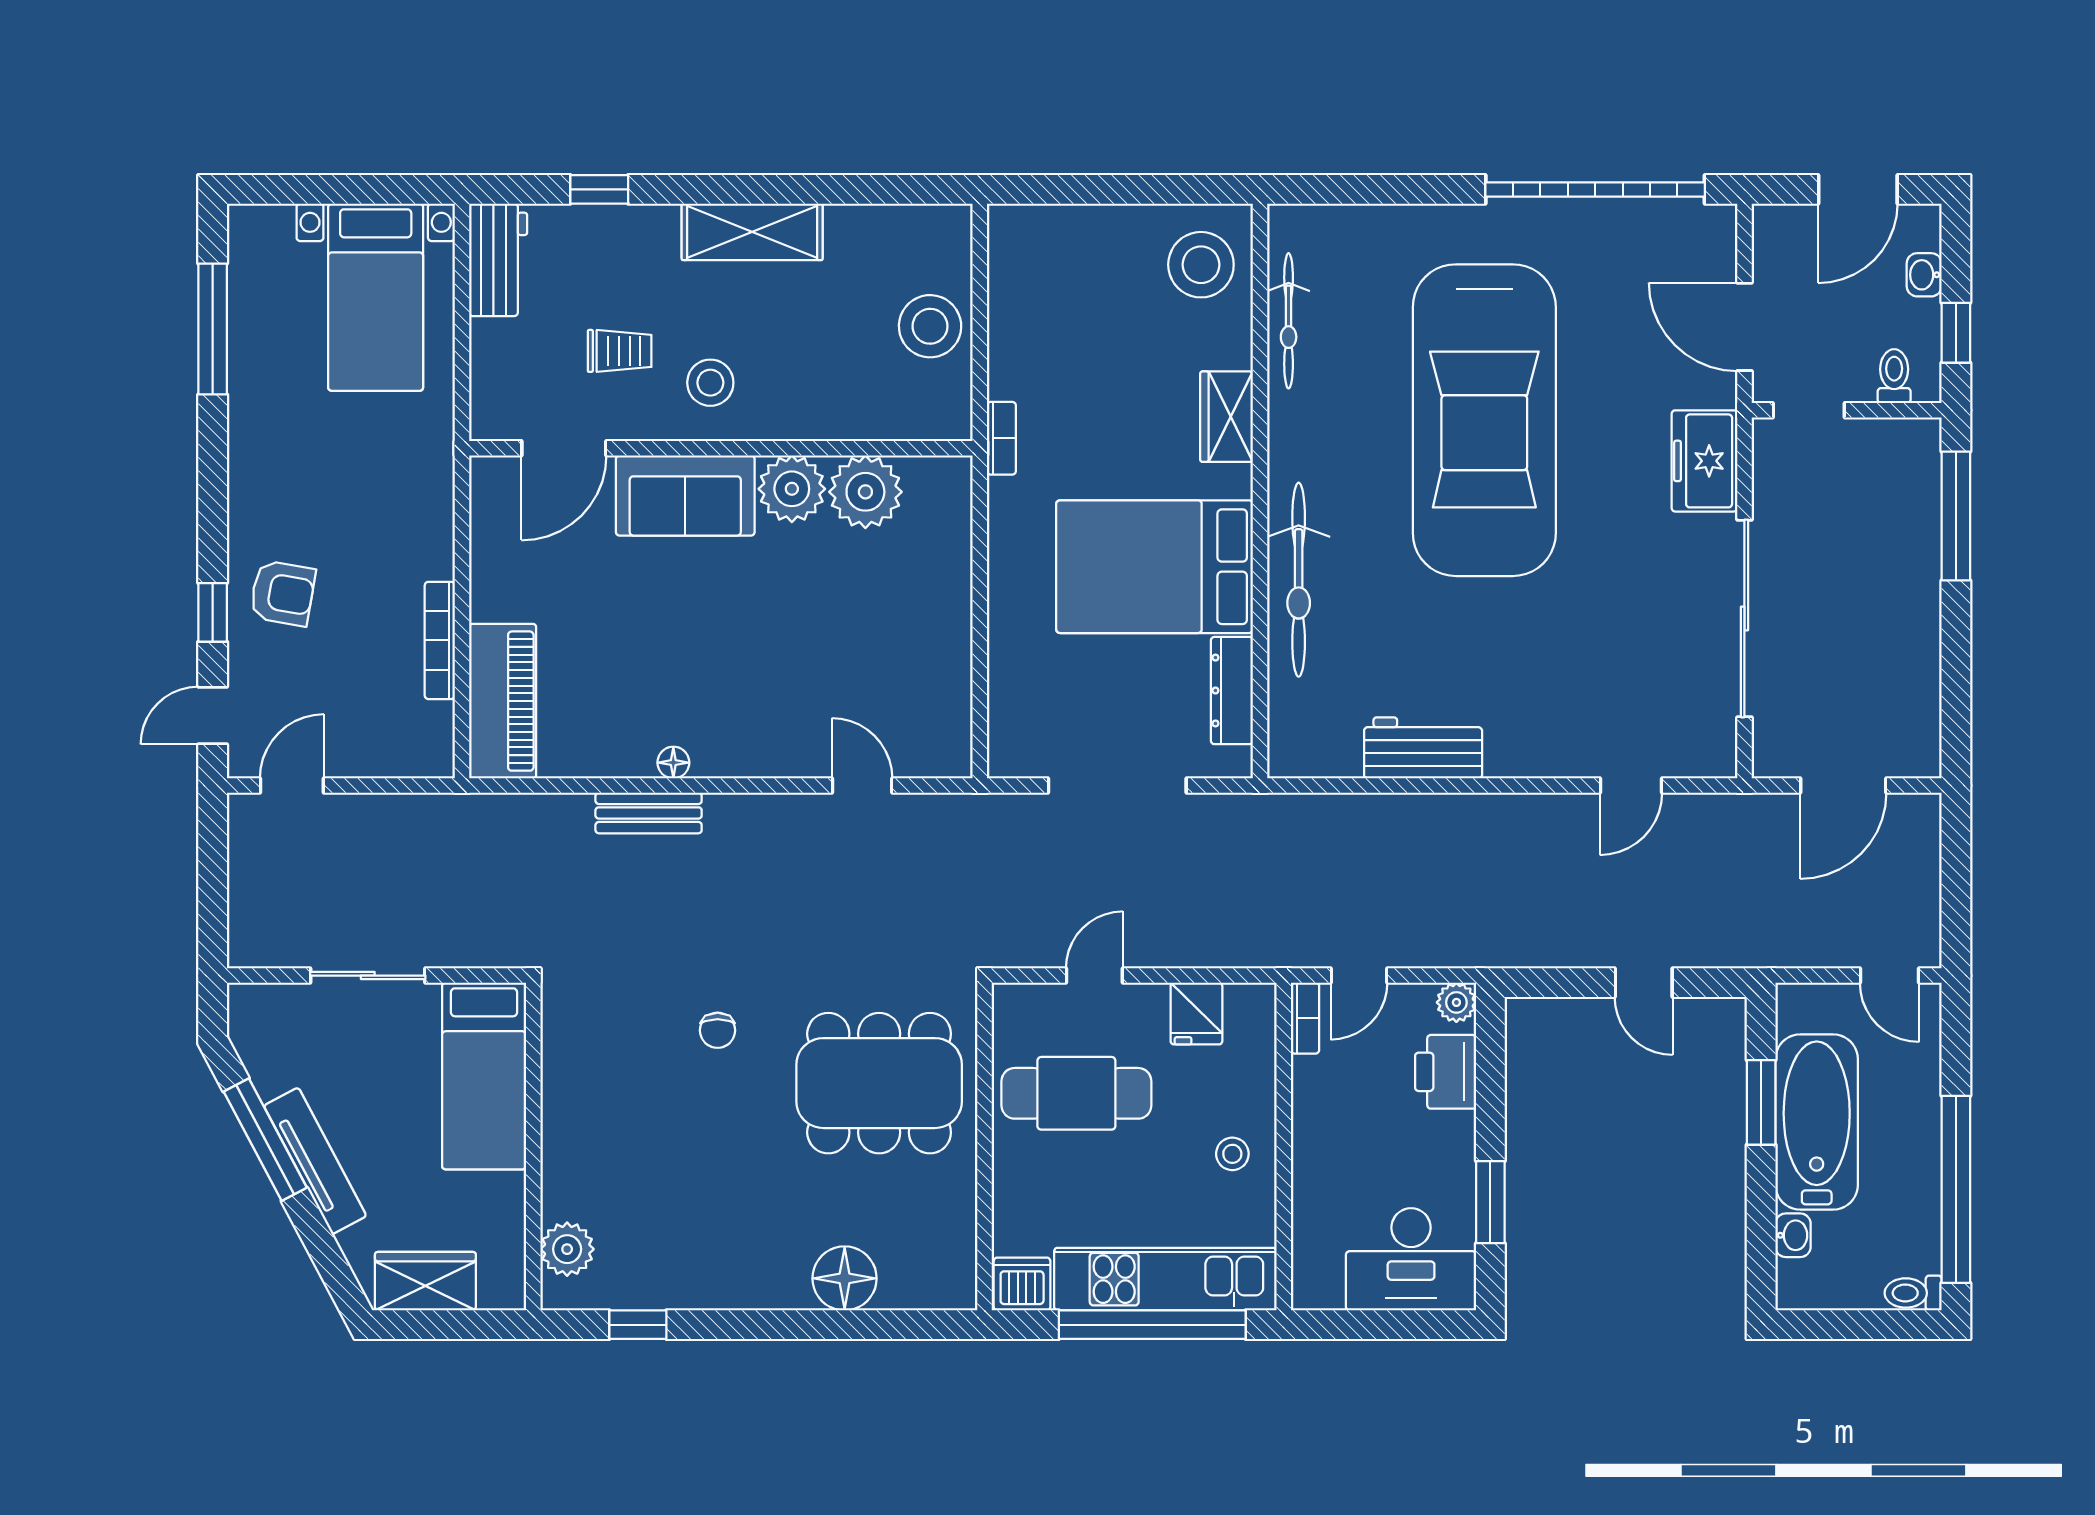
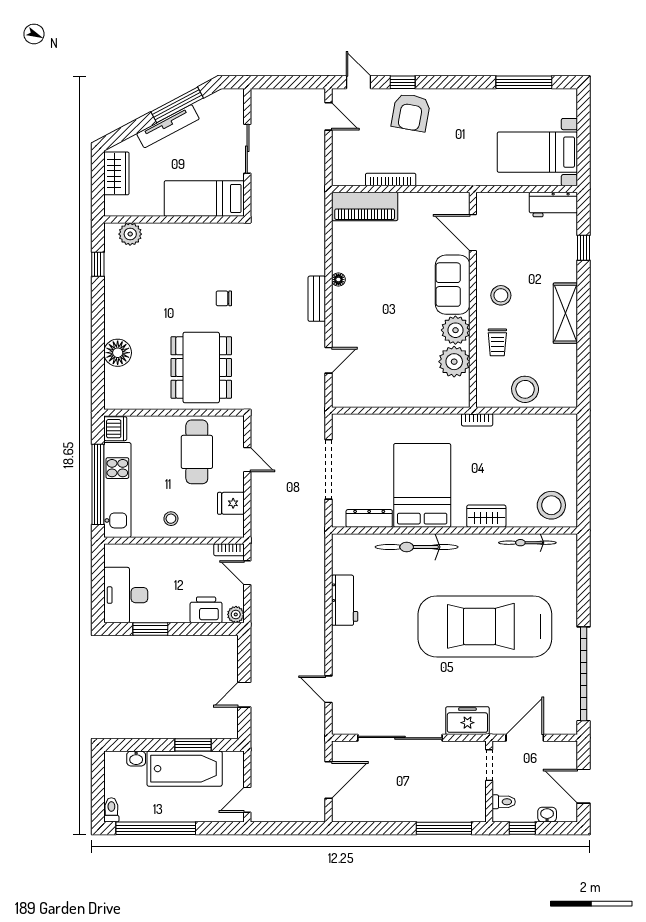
trolley: (620, 351) -> (497, 342), moved
armchair: (283, 593) -> (411, 112), width x1.38, depth x1.38
door: (1843, 786) -> (329, 780), swing flipped
bench: (649, 813) -> (317, 299), moved

